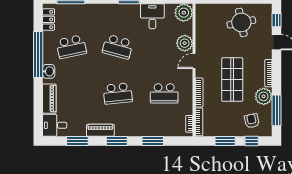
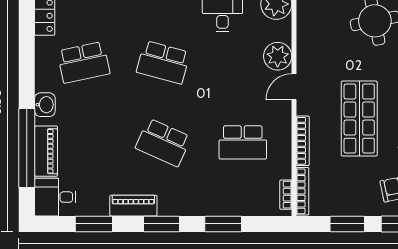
window: (38, 55) -> (27, 148), moved
school desk: (118, 93) -> (163, 142), turned 30

